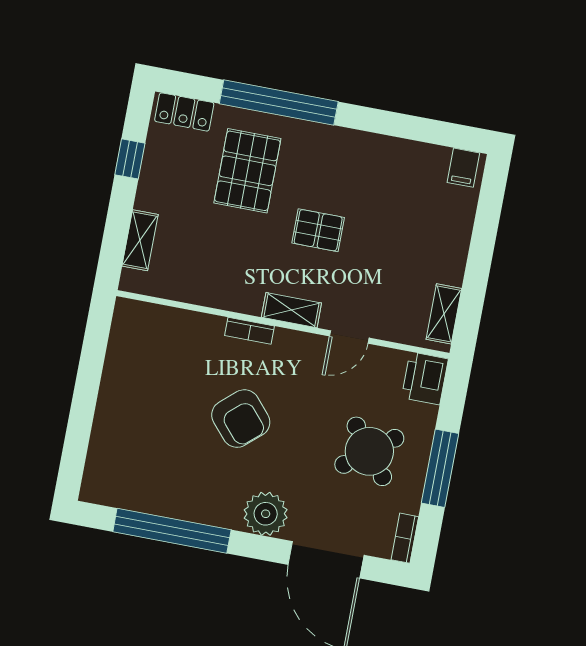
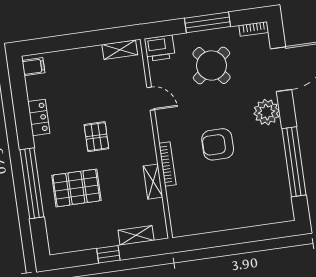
locker: (184, 112) -> (39, 117), moved
window: (130, 159) -> (108, 254), moved
shelving: (291, 310) -> (153, 182), moved
bookcase: (250, 331) -> (167, 164), width x1.56
armchair: (241, 419) -> (218, 144), turned -139

